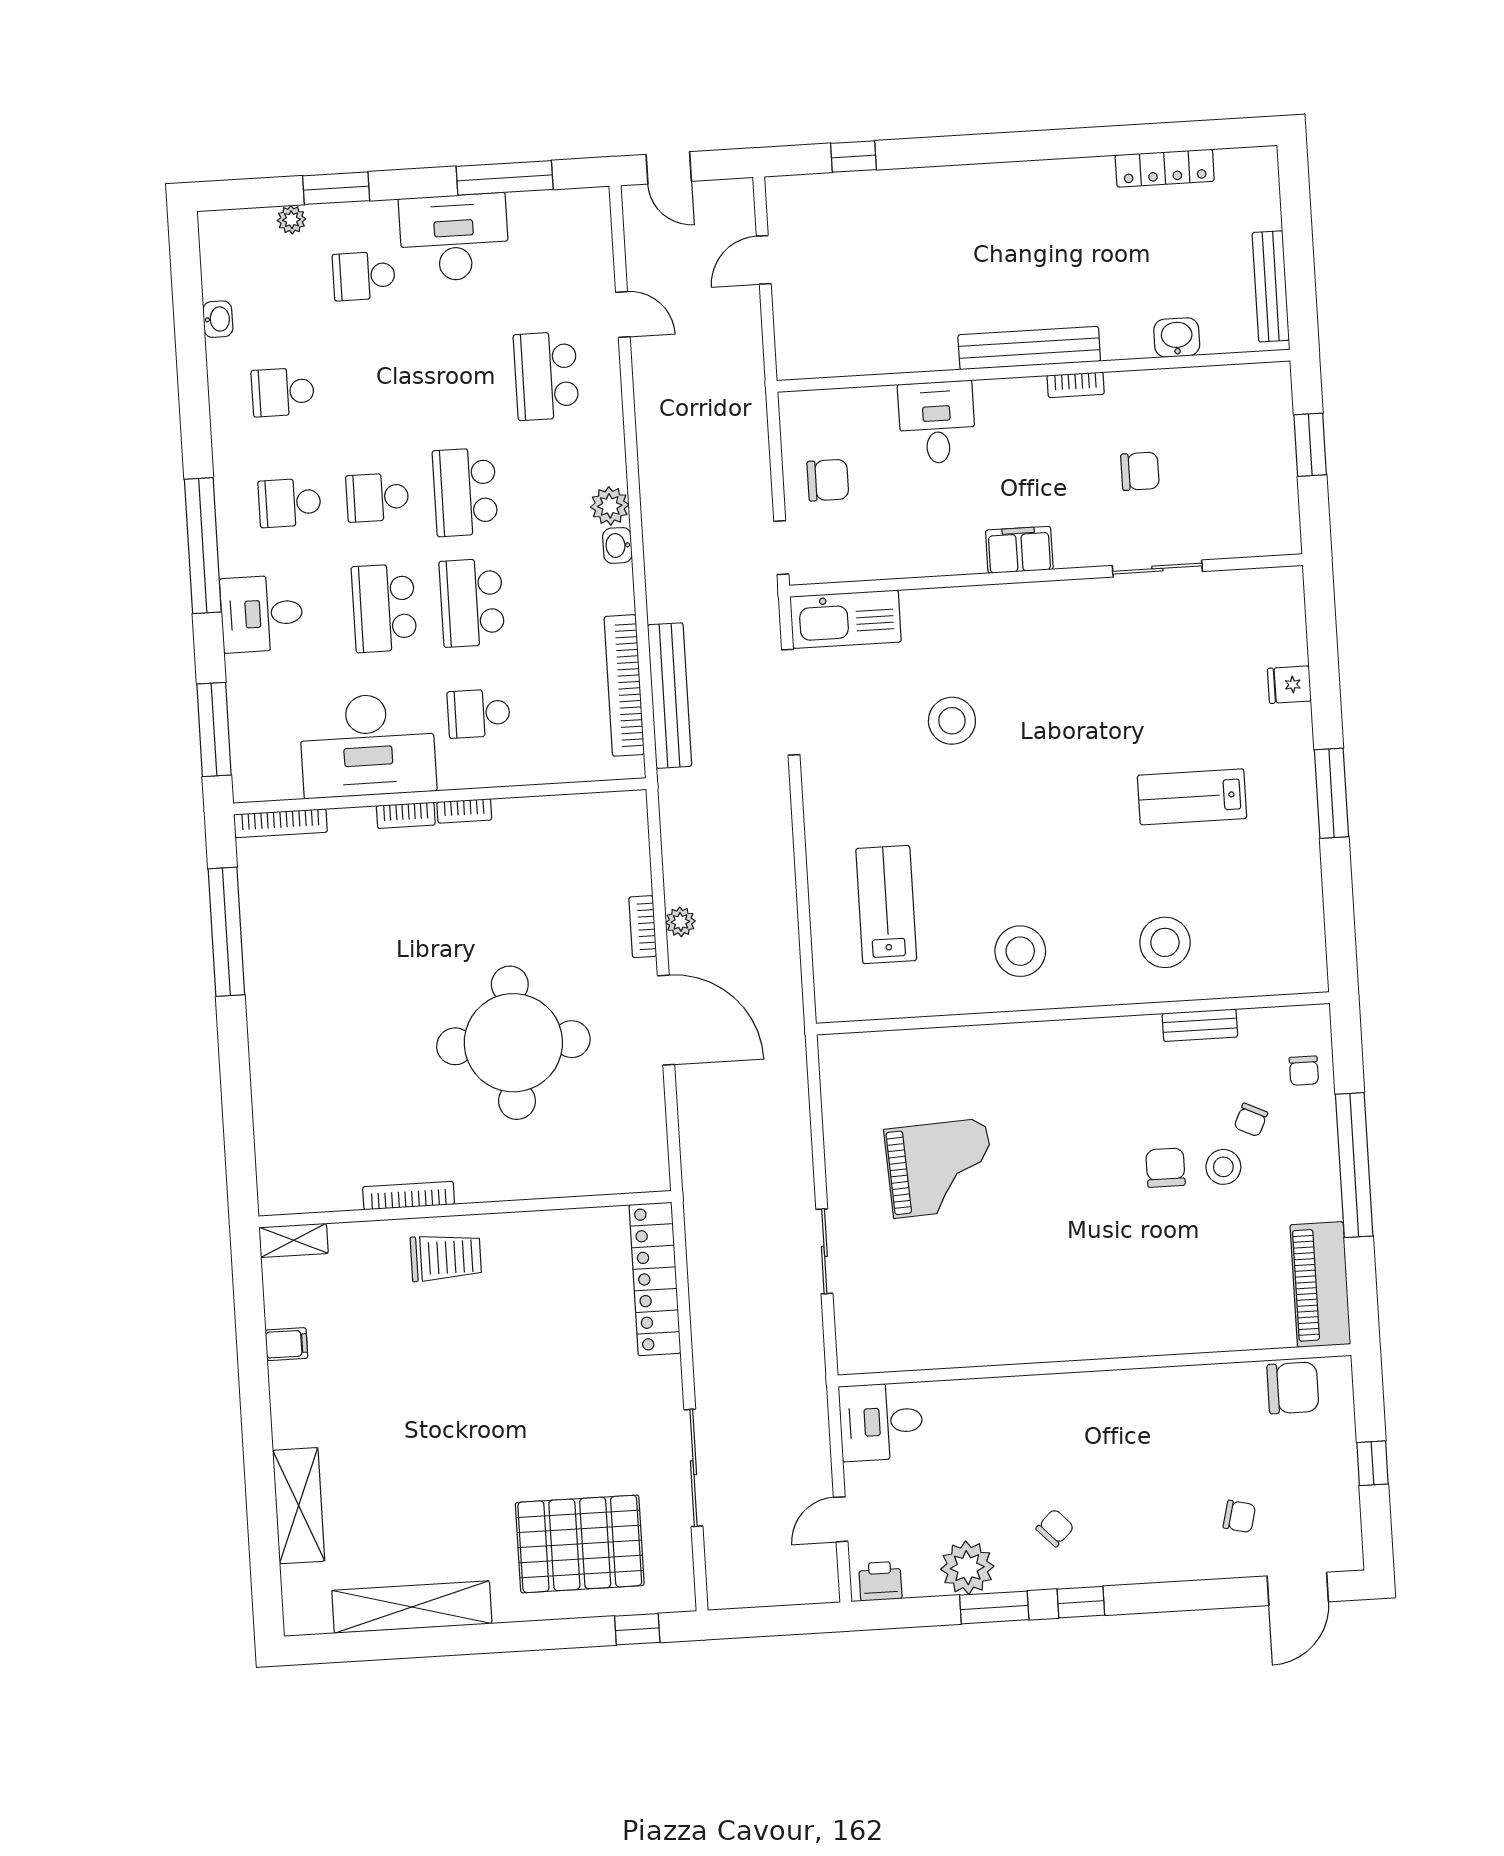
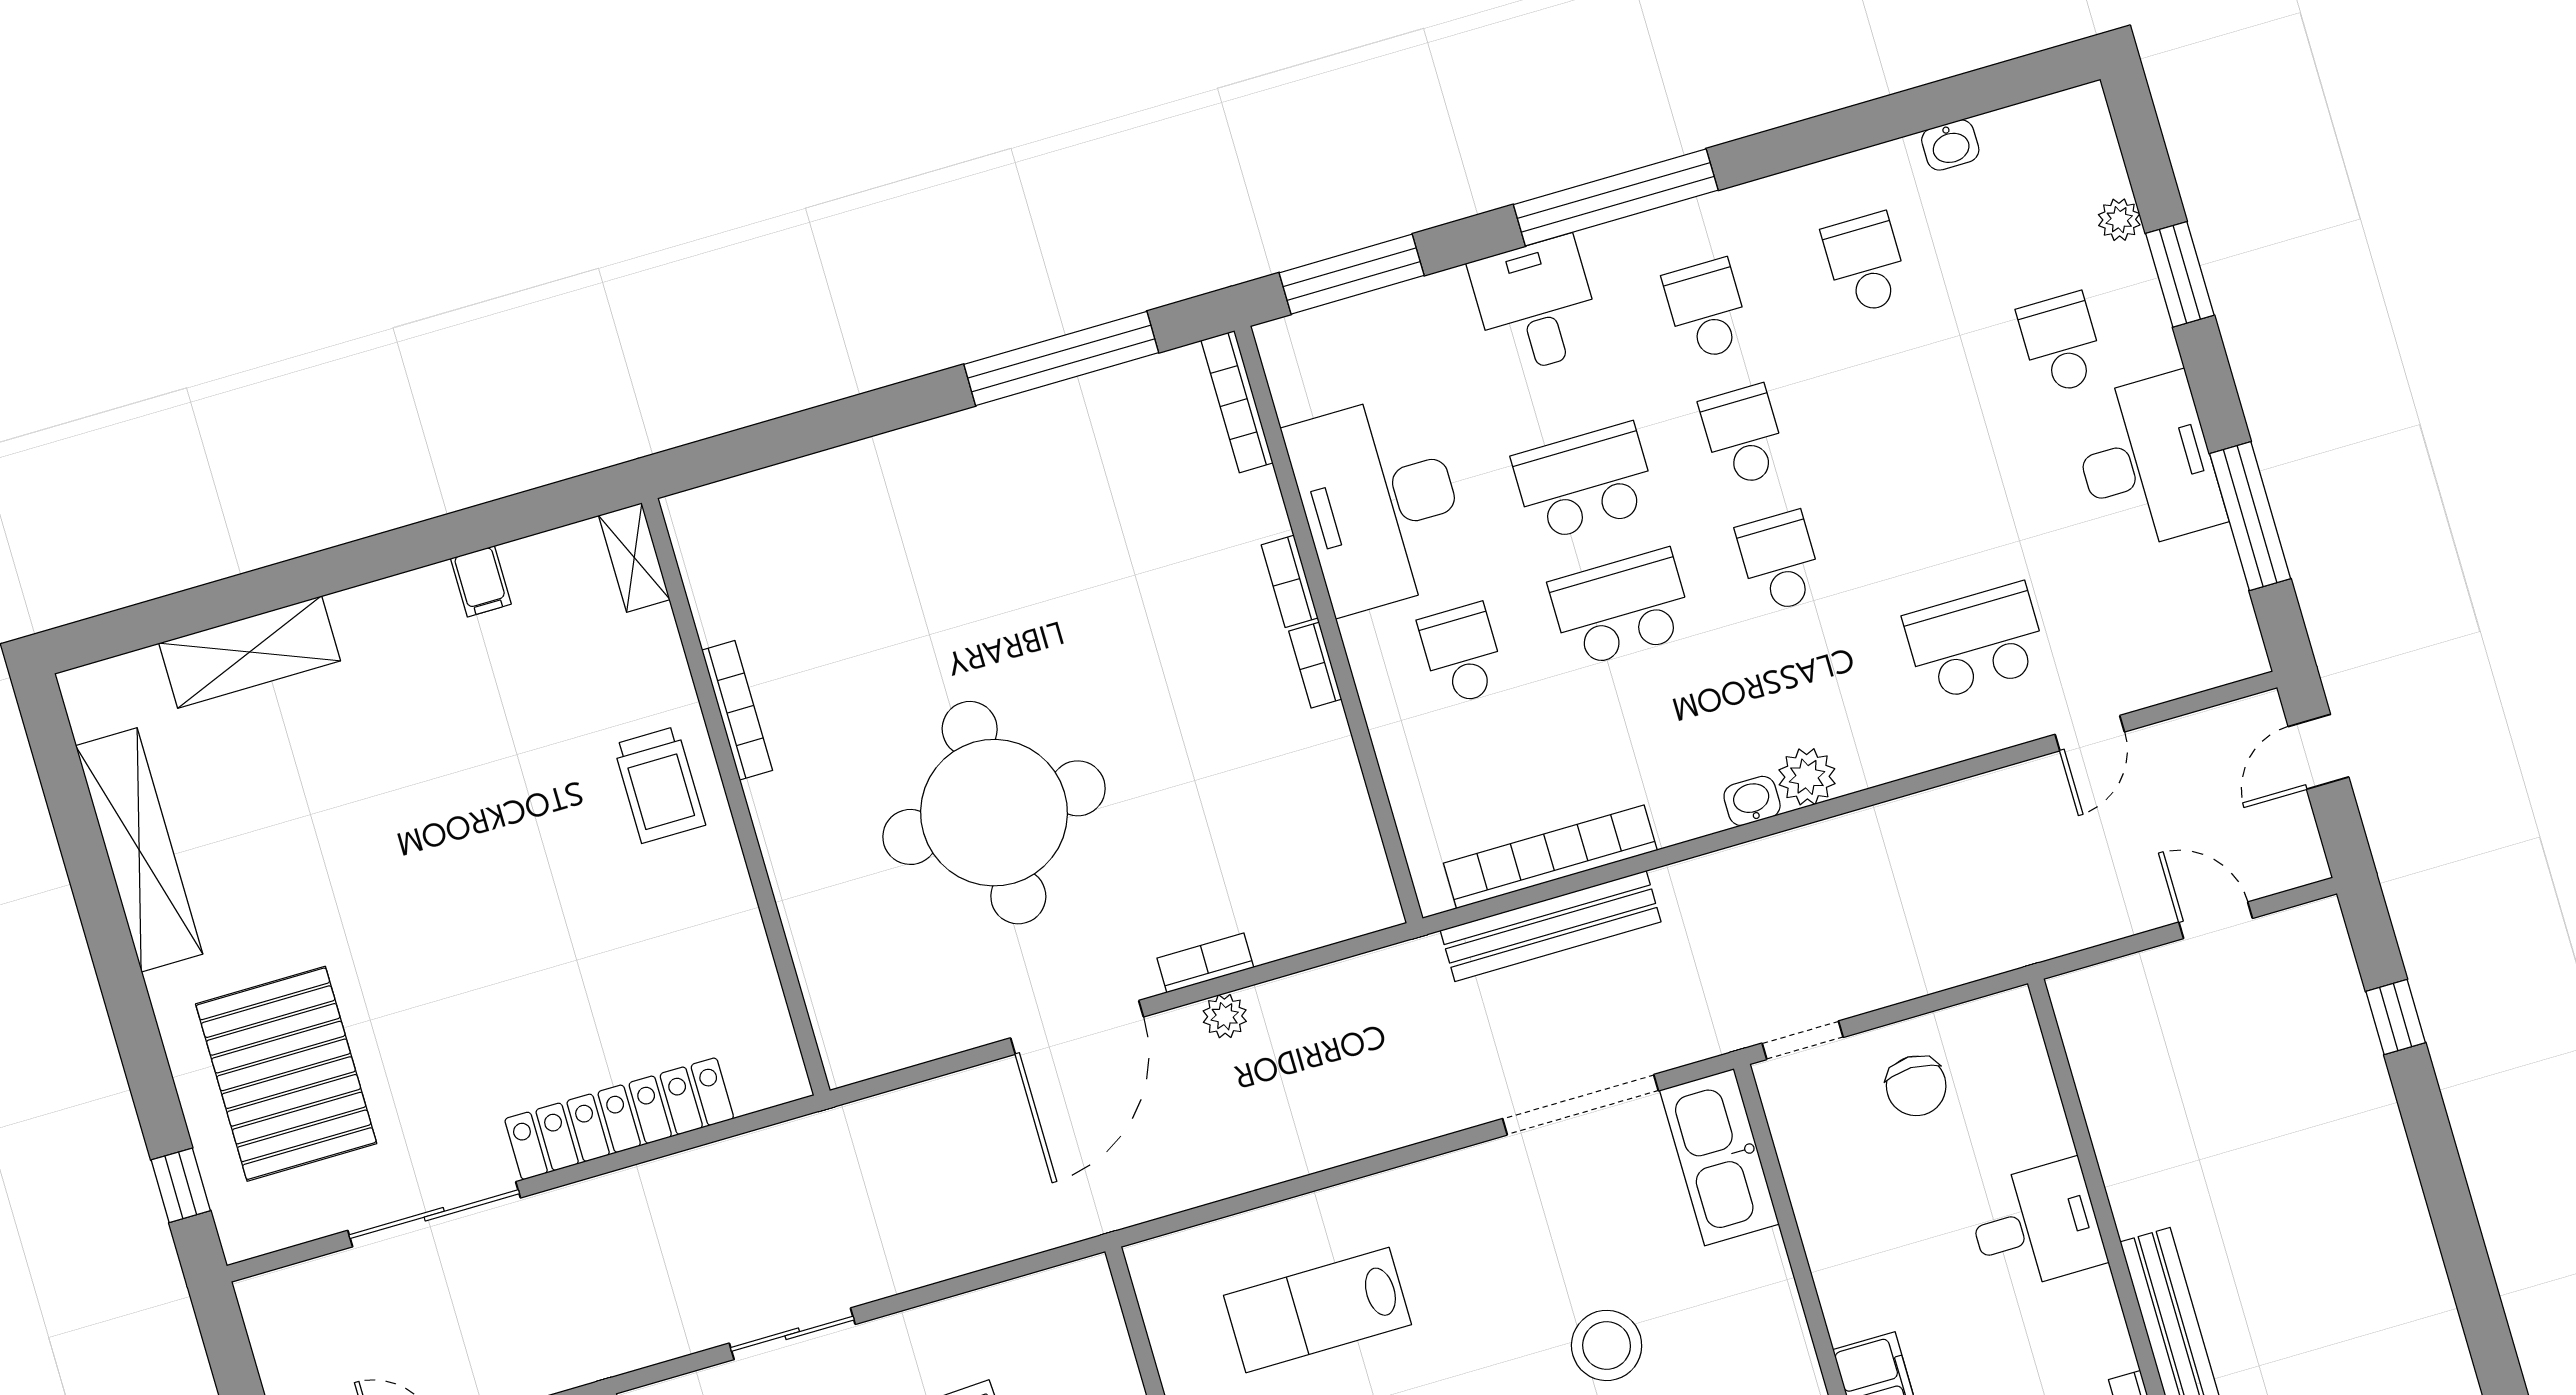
school desk: (465, 492) -> (1780, 562), width x0.54
lab bench: (886, 905) -> (1317, 1310), turned 180
locker: (655, 1279) -> (619, 1119), moved

